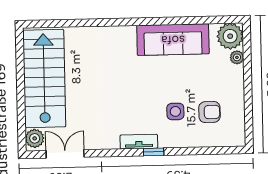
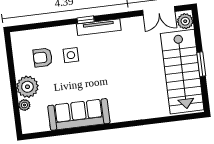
plant: (230, 36) -> (27, 87), moved
window: (21, 85) -> (201, 64), added
tv unit: (139, 142) -> (99, 27), width x1.41

